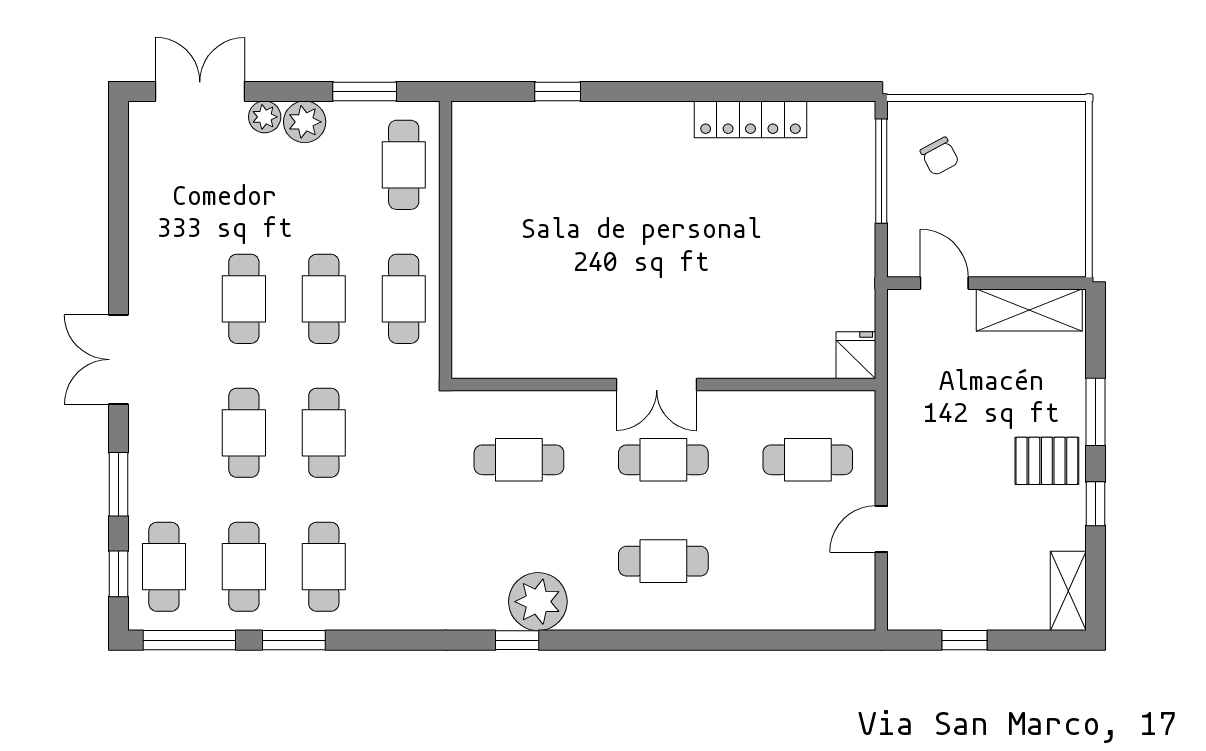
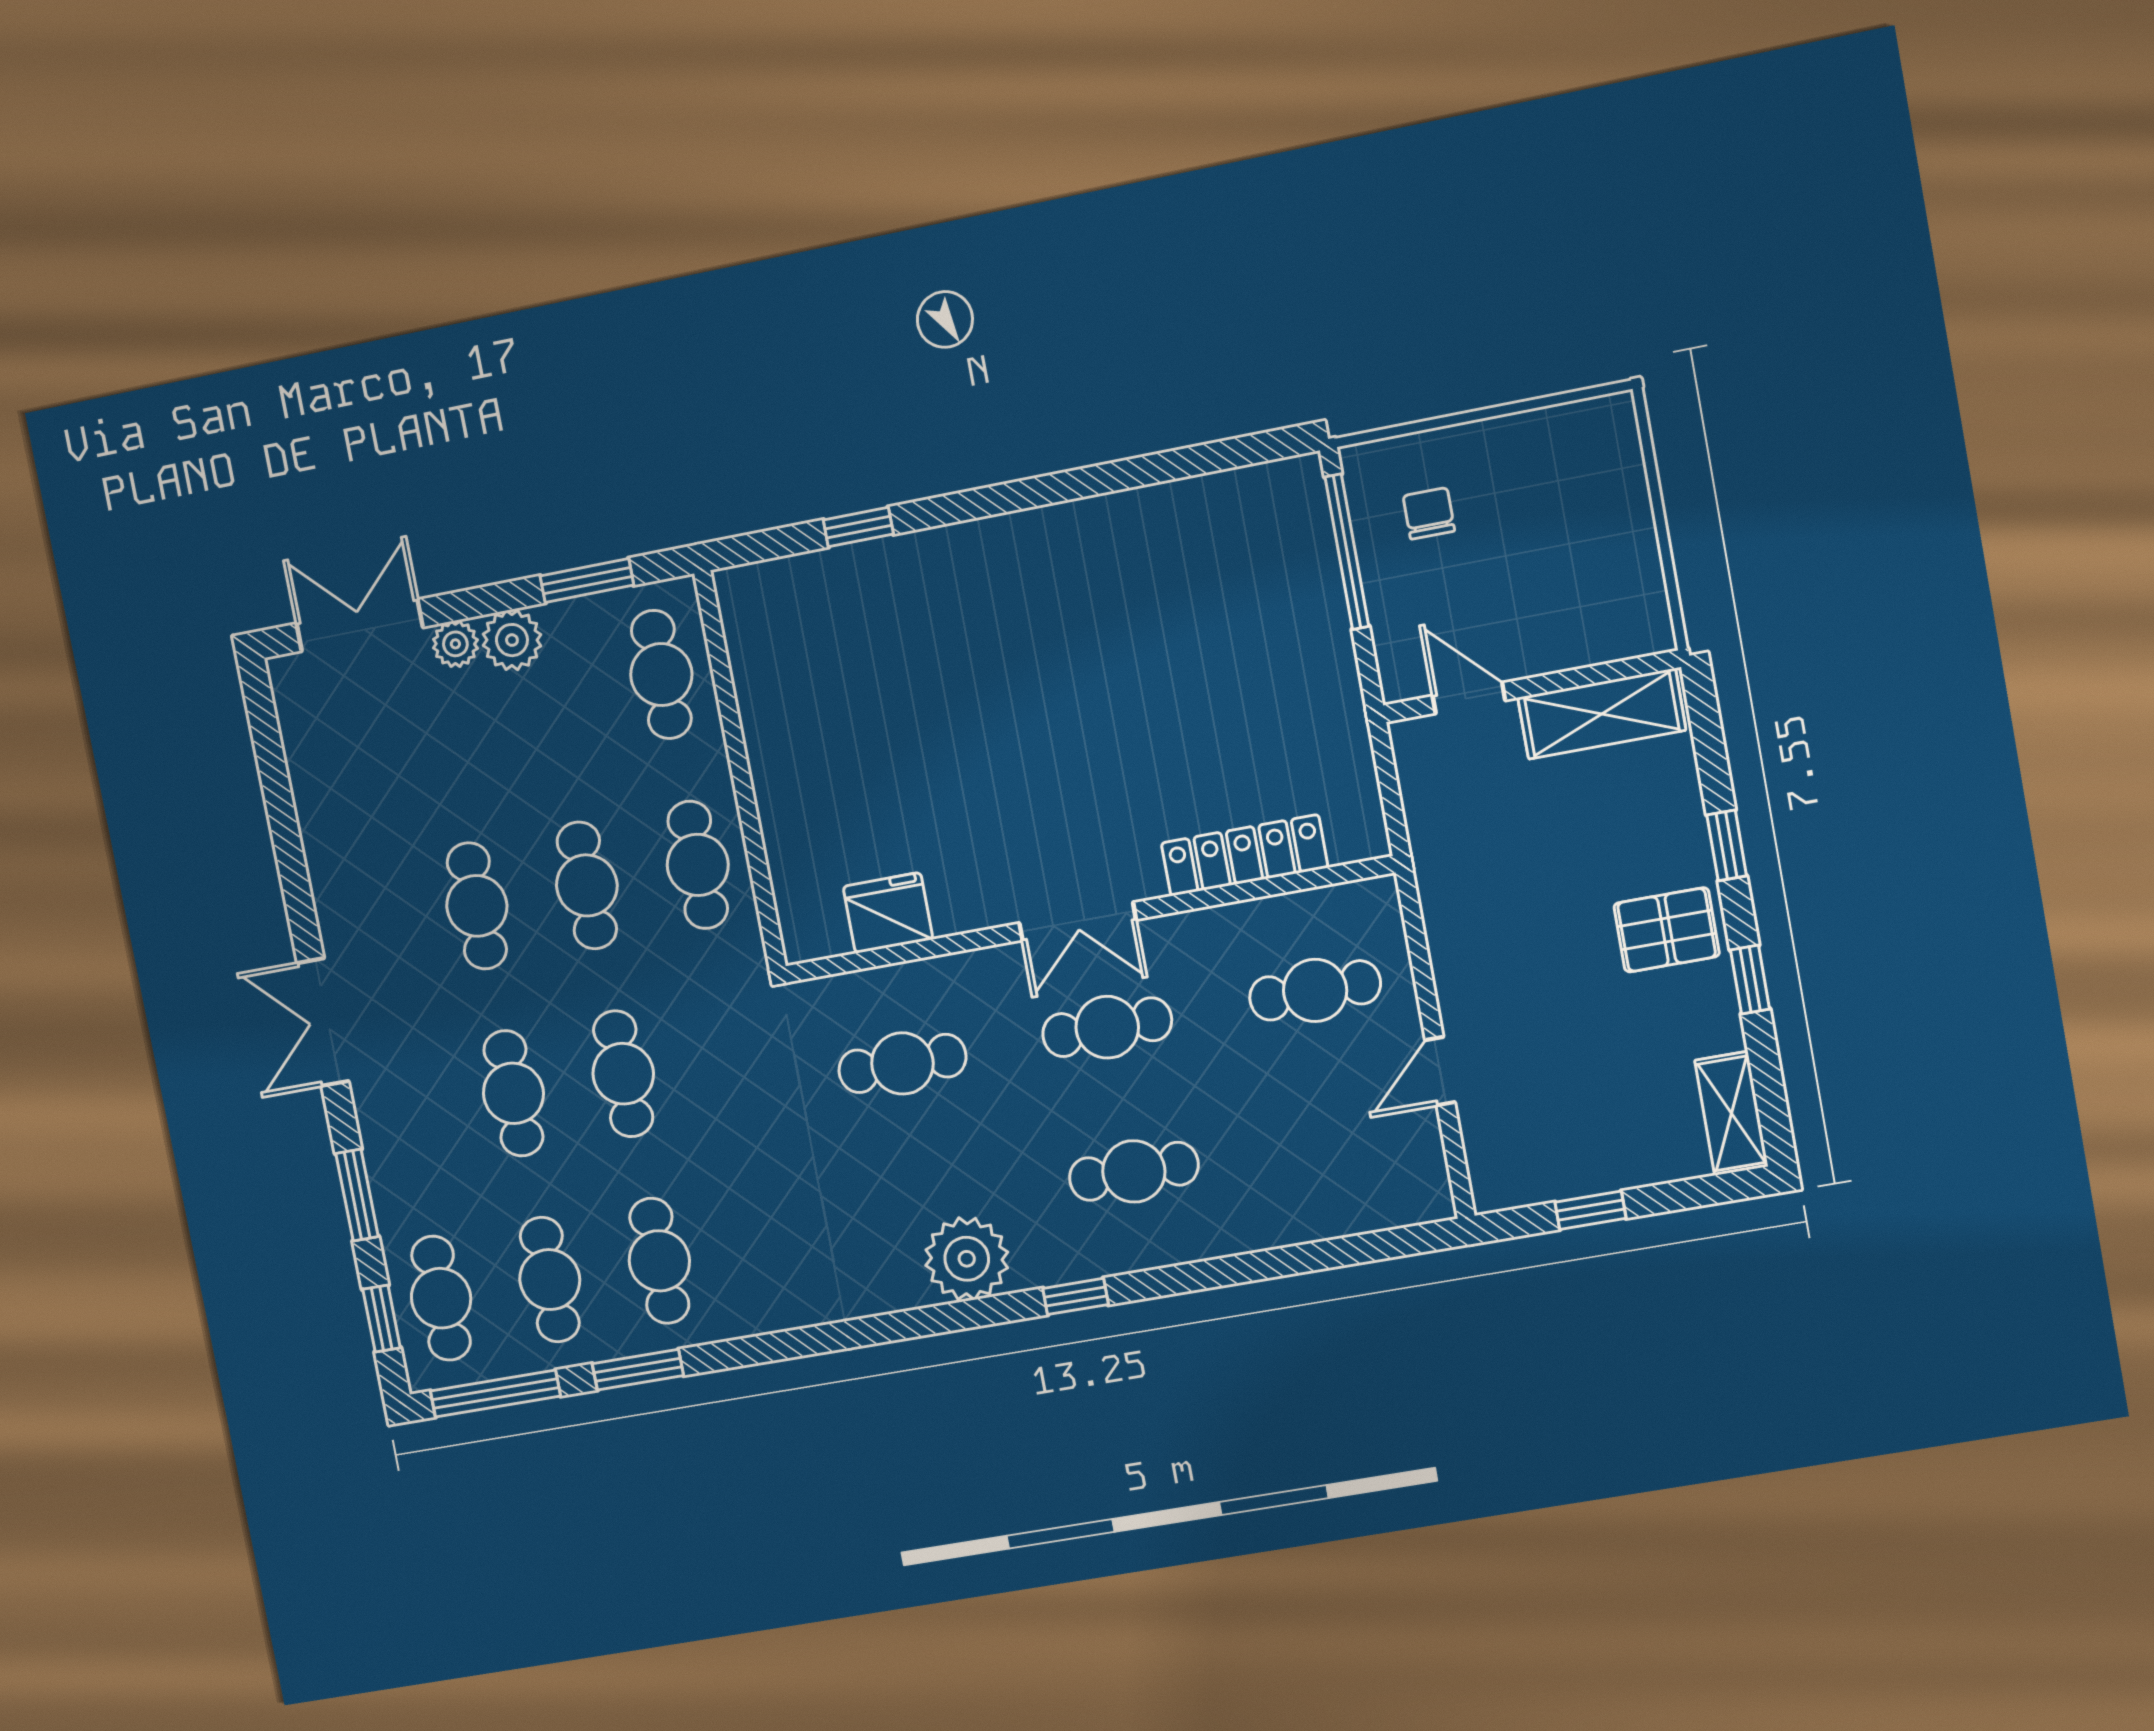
locker: (750, 119) -> (1244, 855), moved, turned 180
chair: (940, 156) -> (1429, 513), turned -152
fridge: (856, 355) -> (888, 913), moved, width x1.38
window: (1095, 412) -> (1727, 845), width x0.67
window: (517, 640) -> (1076, 1296), moved

